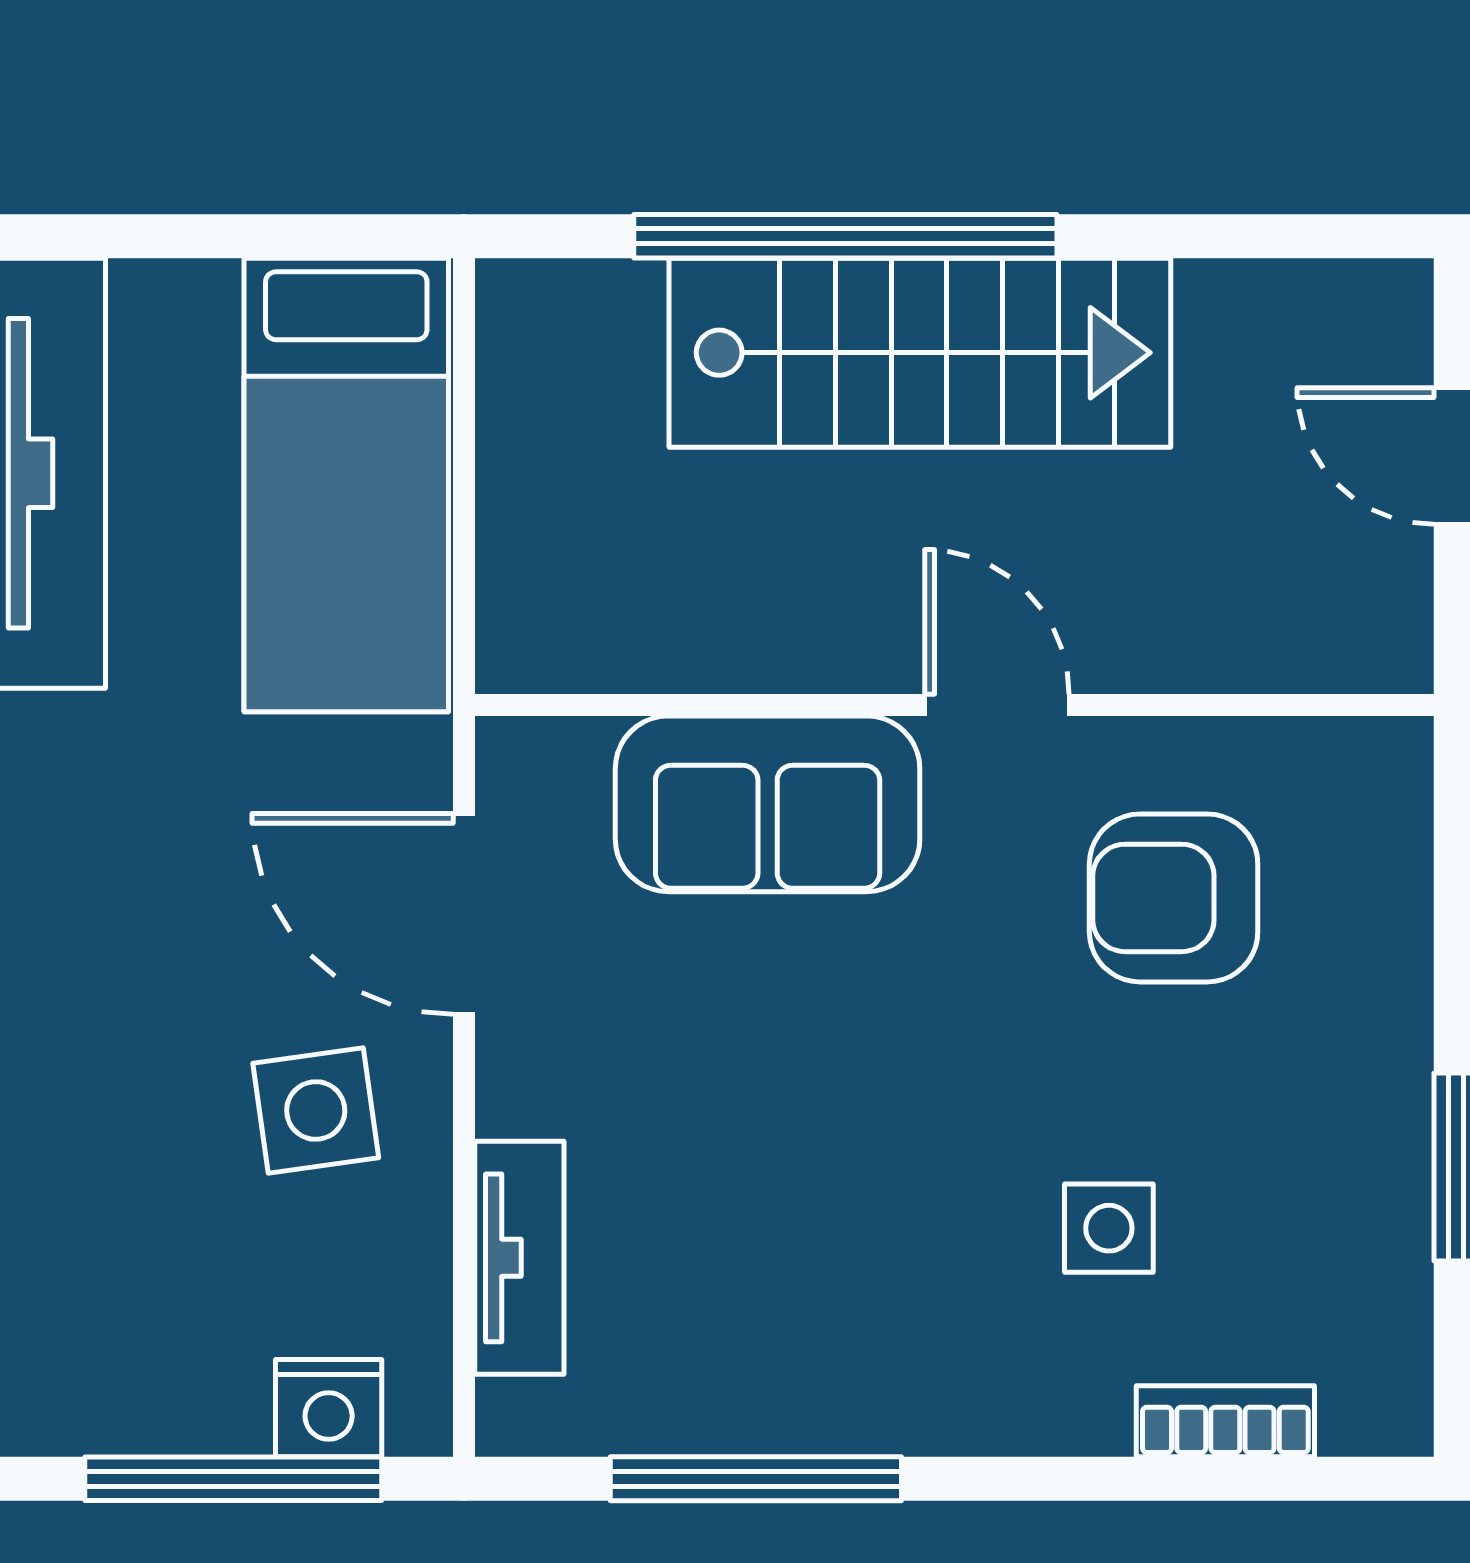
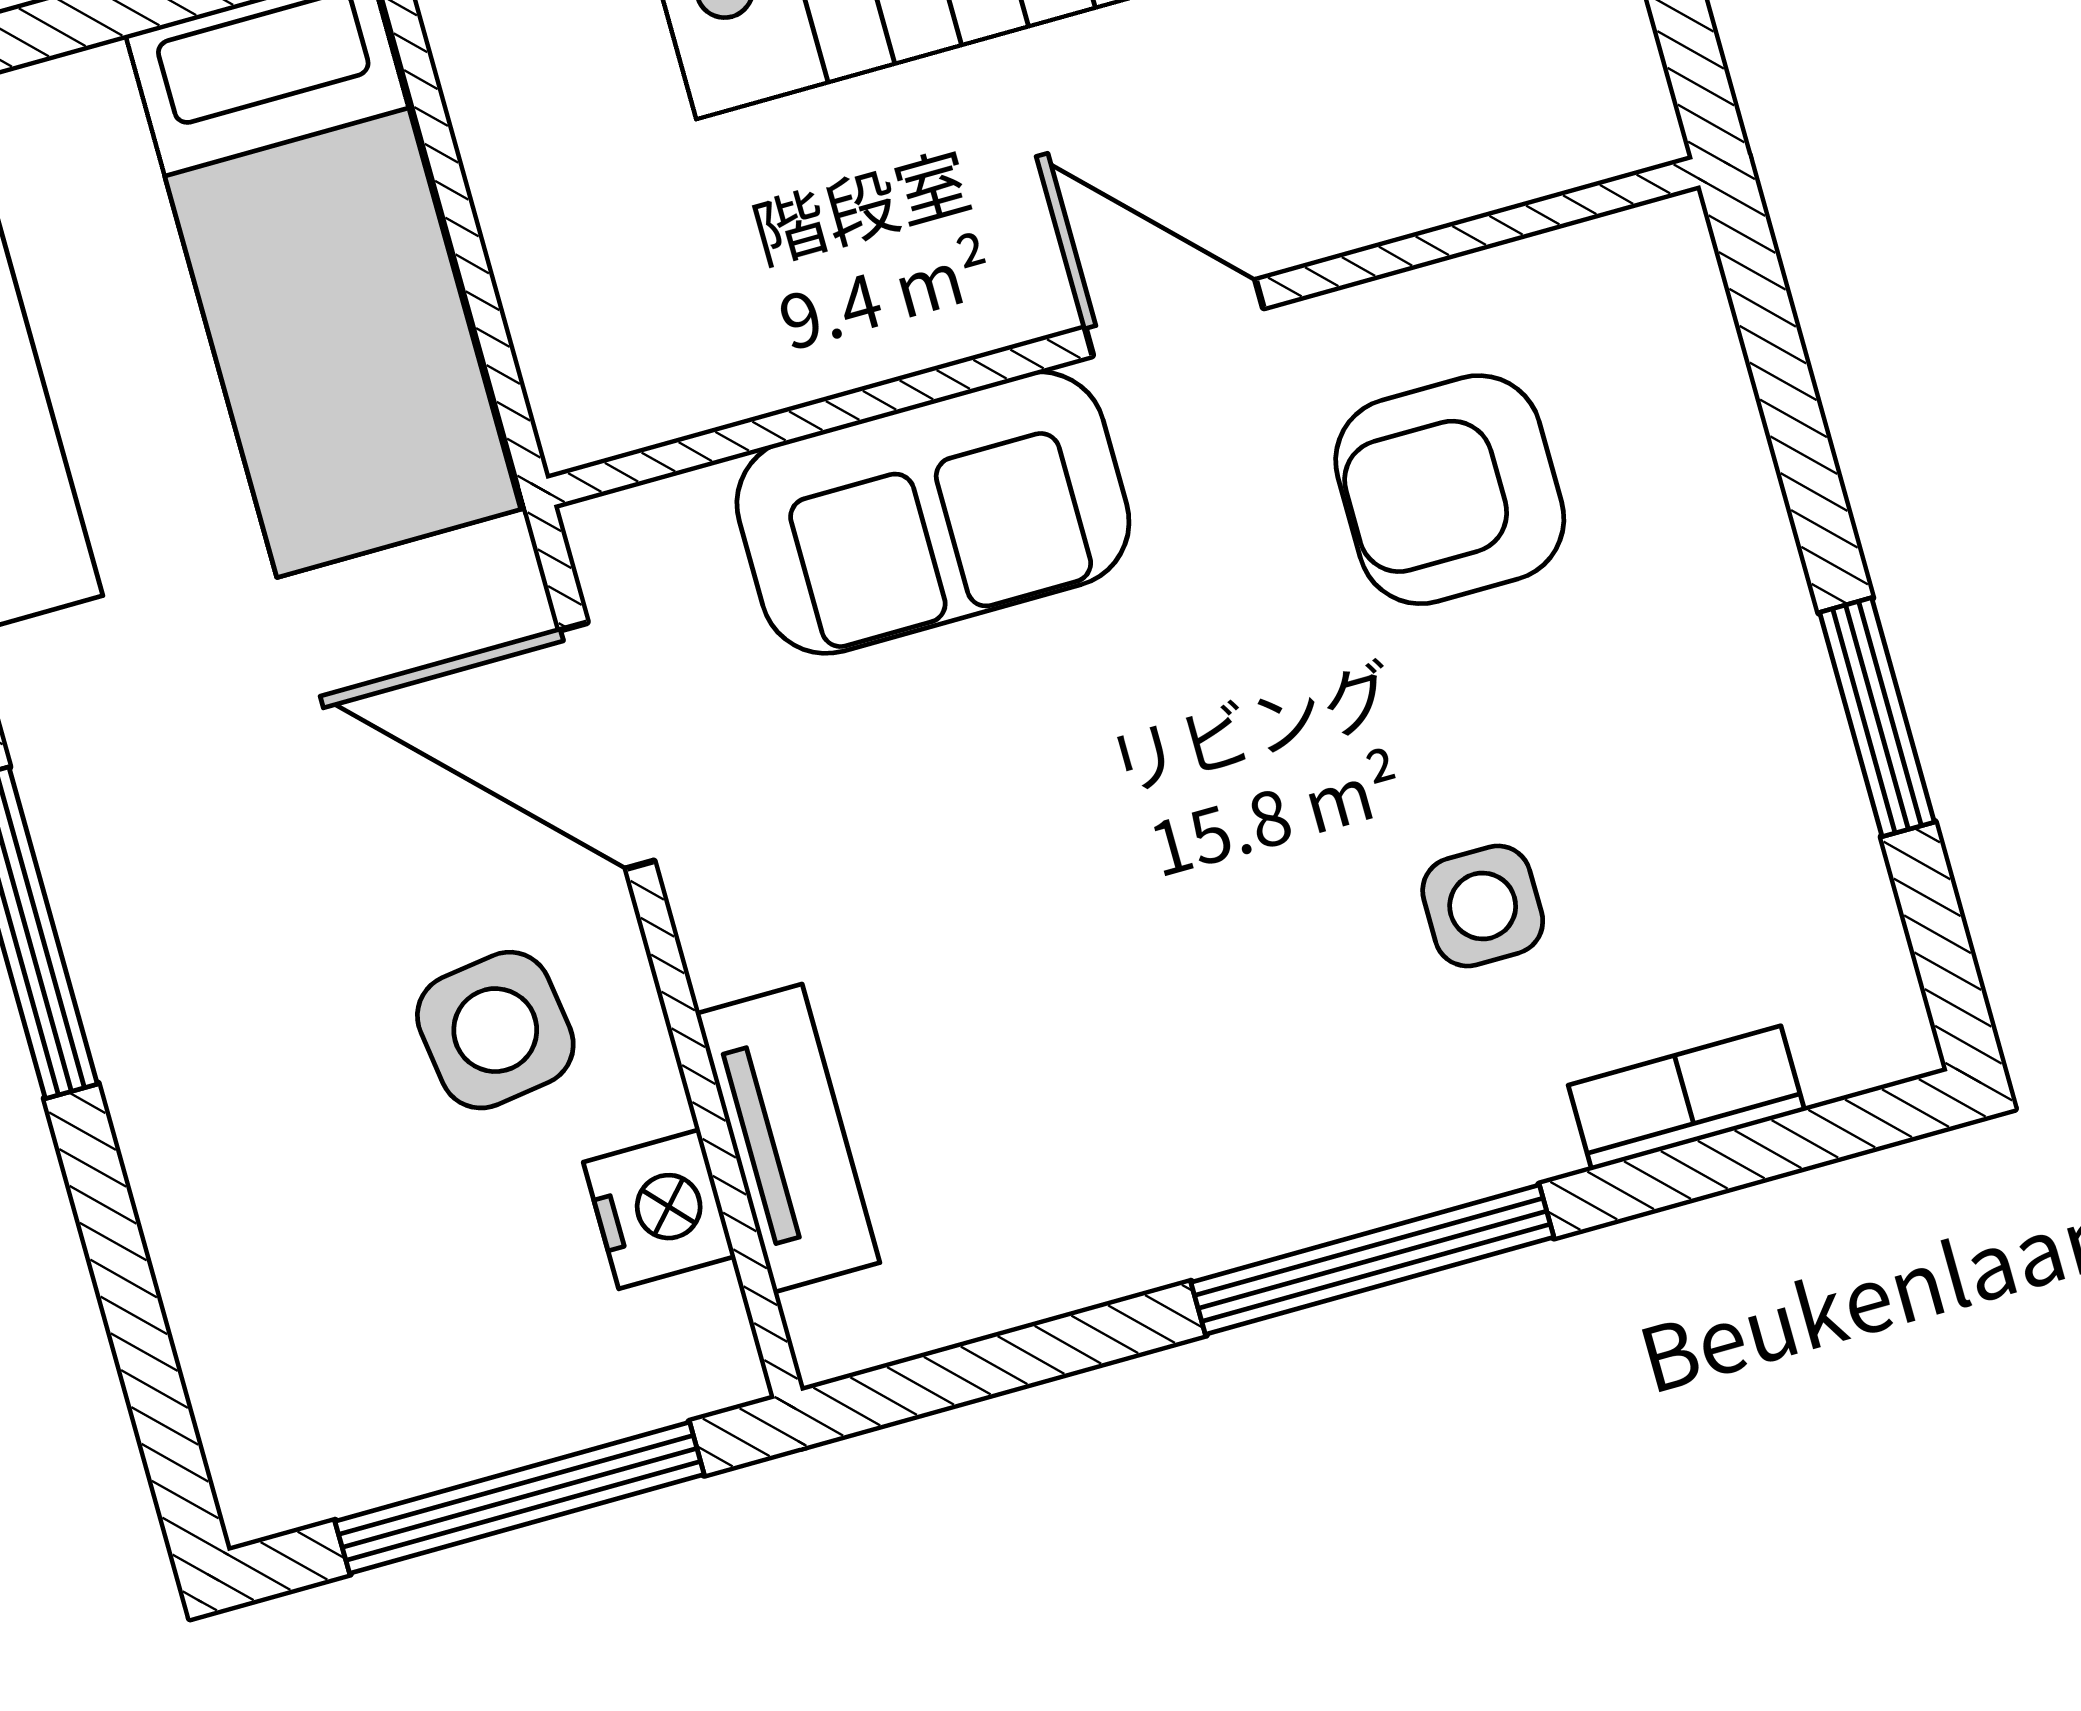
nightstand: (329, 1408) -> (659, 1209), moved, turned -90
window: (756, 1479) -> (1372, 1260), moved

